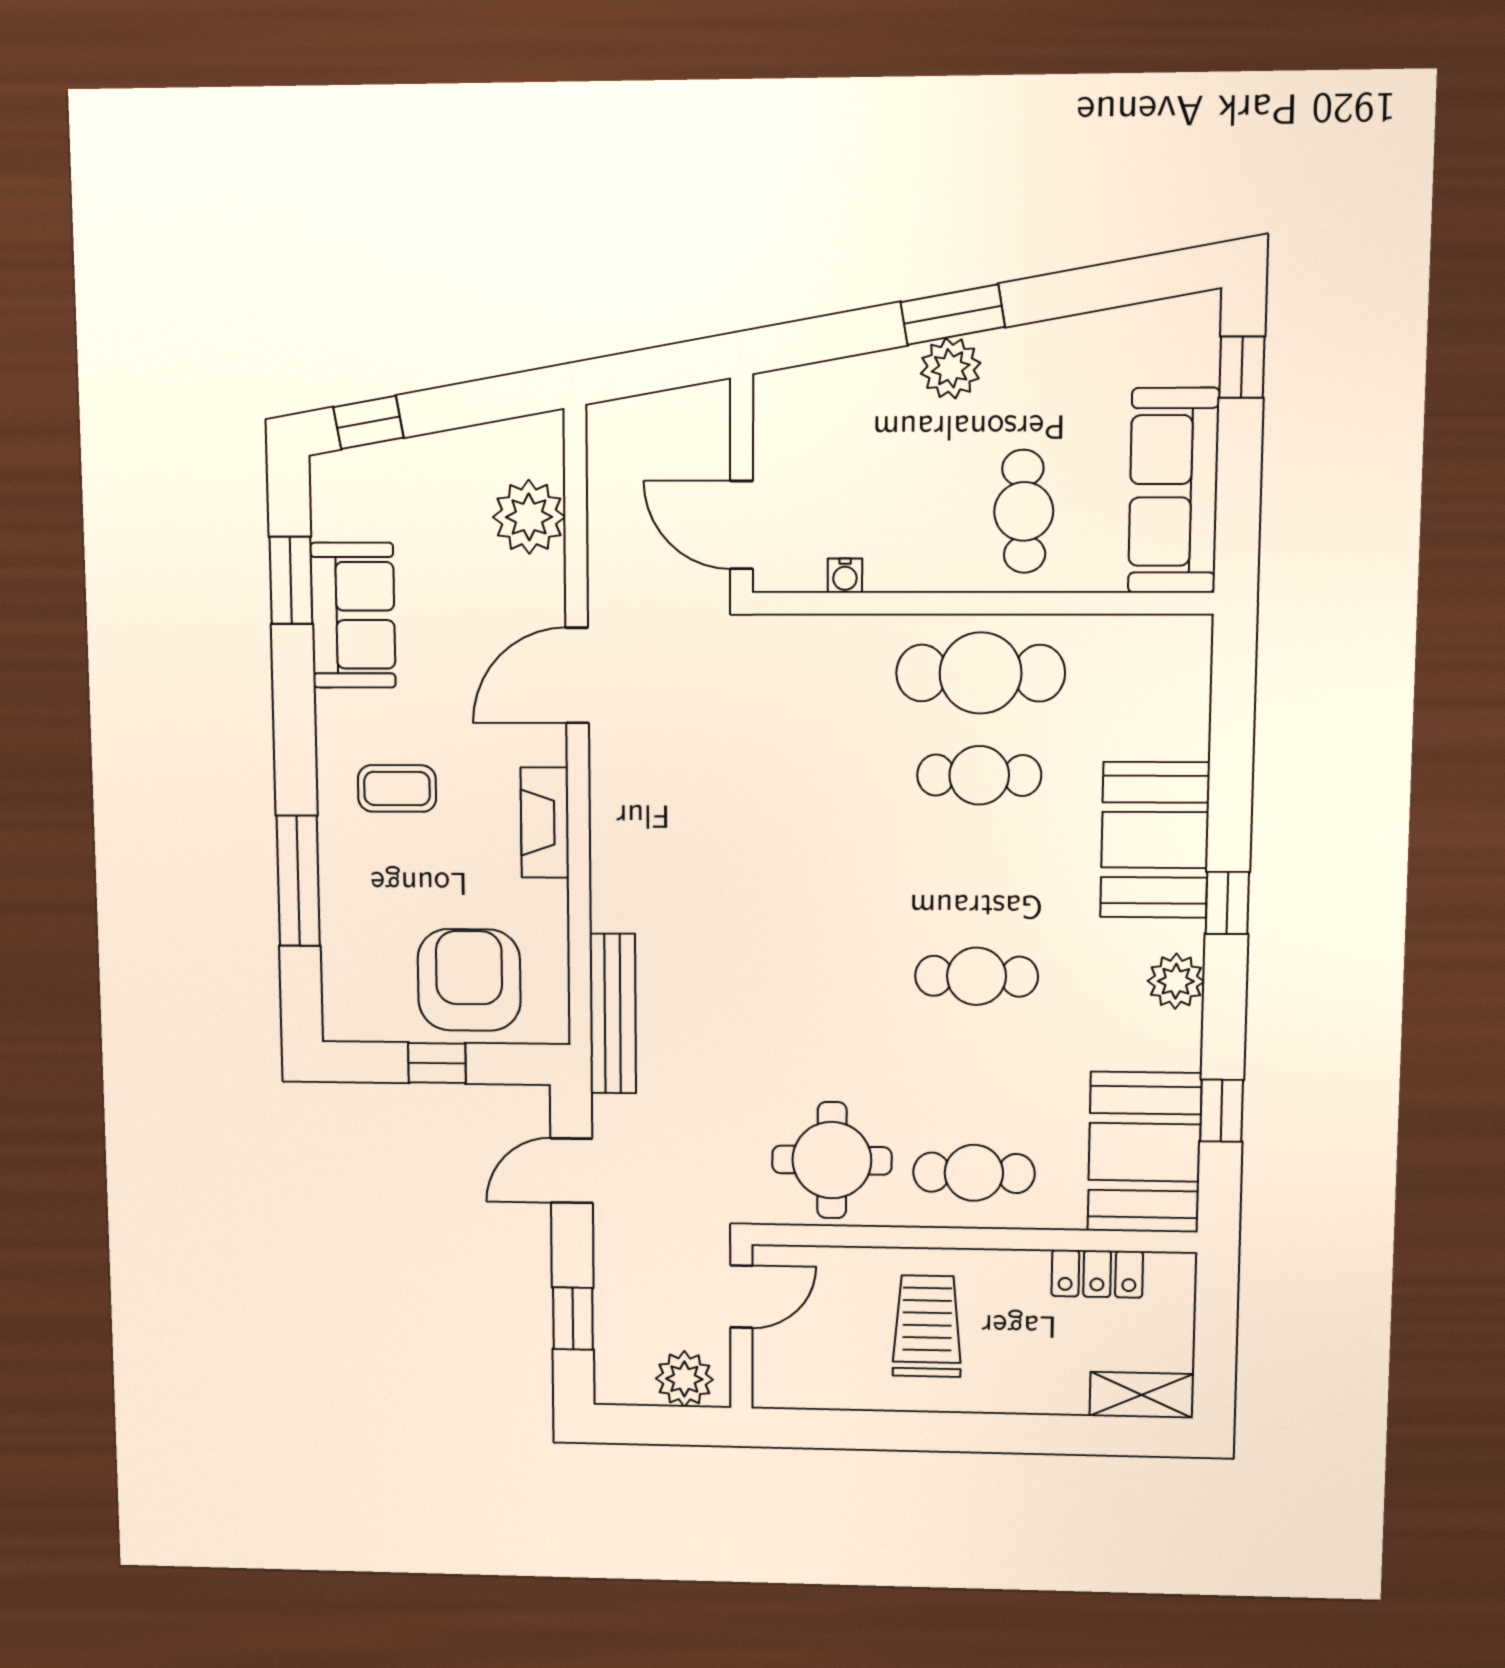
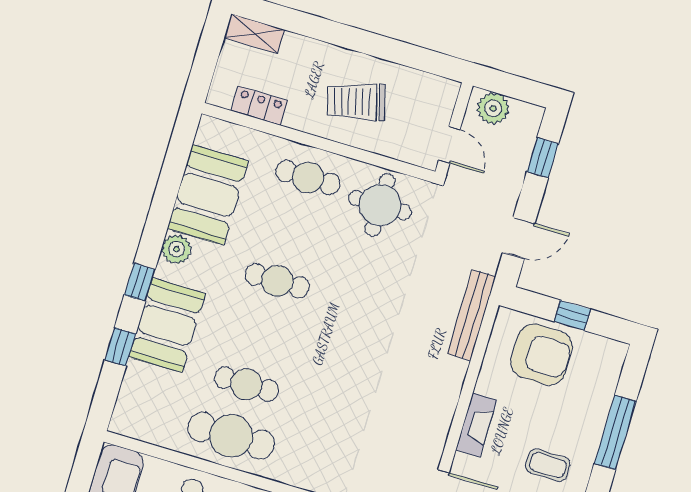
armchair: (469, 980) -> (541, 354), turned -89
window: (1222, 1111) -> (120, 347), moved
booth: (1144, 1152) -> (208, 195), moved
door: (741, 1297) -> (449, 145), swing flipped
trolley: (927, 1326) -> (356, 102), turned 75

